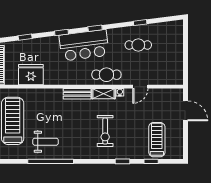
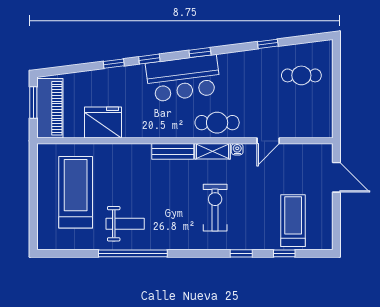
window: (25, 37) -> (114, 64), moved
cafe table: (138, 45) -> (301, 75), moved
exercise bike: (105, 131) -> (215, 208), turned 180

